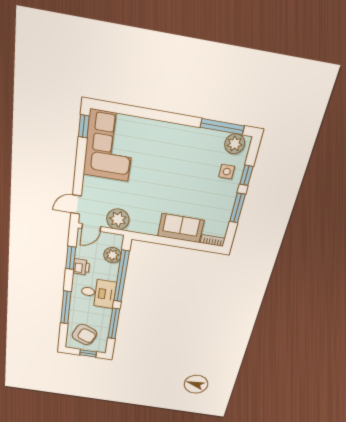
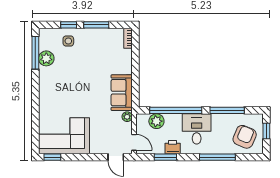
plant: (235, 144) -> (46, 58), moved
plant: (118, 219) -> (127, 117), width x0.53, depth x0.53
sofa: (181, 228) -> (122, 93), moved

